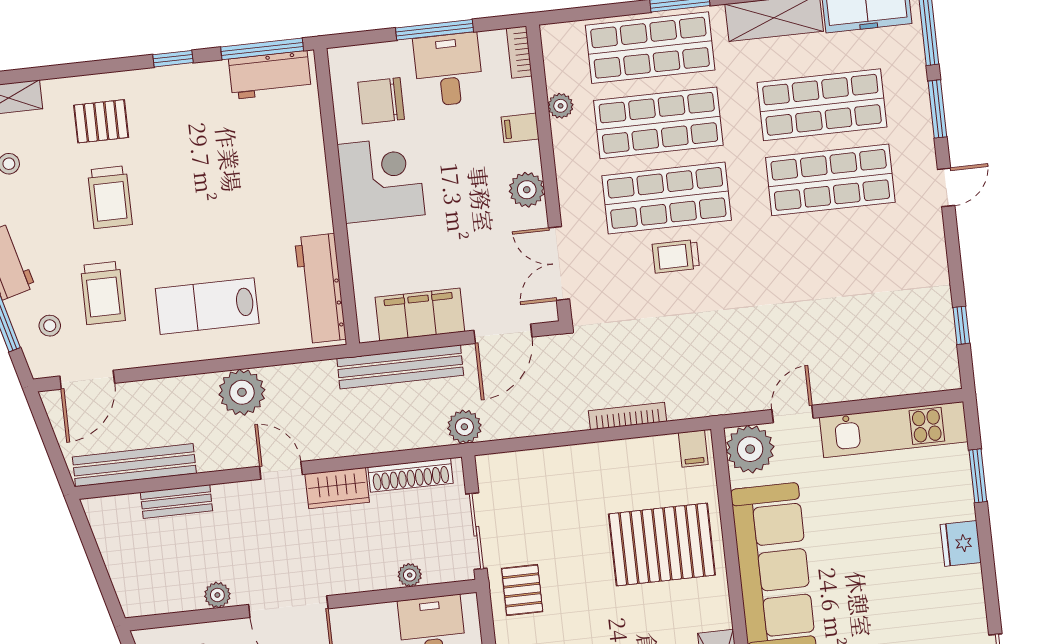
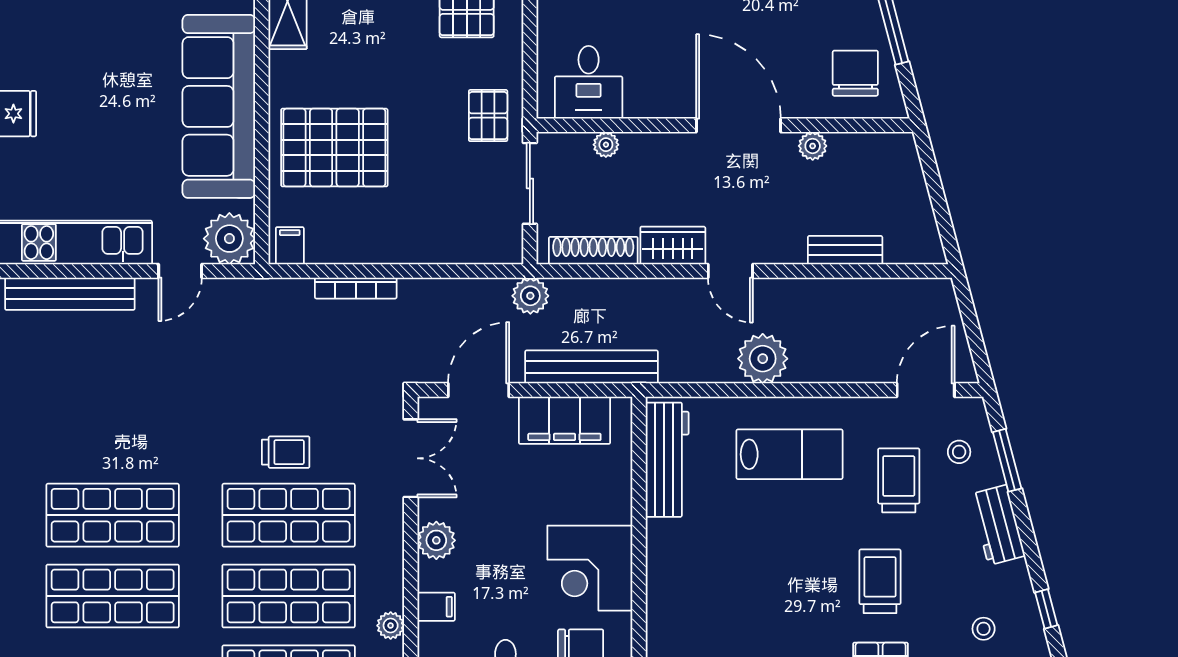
bench: (134, 465) -> (70, 294), moved

